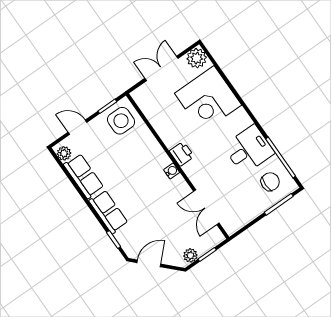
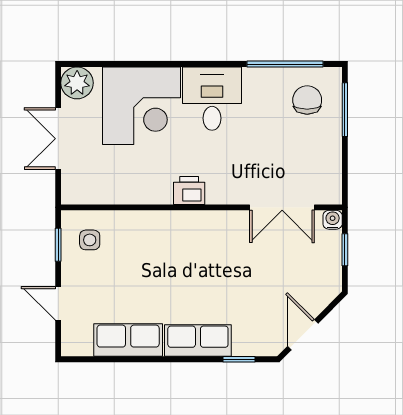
side table: (121, 121) -> (90, 240), width x0.54, depth x0.54
door: (77, 127) -> (58, 303), hinge flipped
desk: (249, 150) -> (212, 99), moved
plant: (64, 153) -> (80, 345), removed
water cooler: (172, 171) -> (333, 220), moved
plant: (190, 255) -> (331, 273), removed

